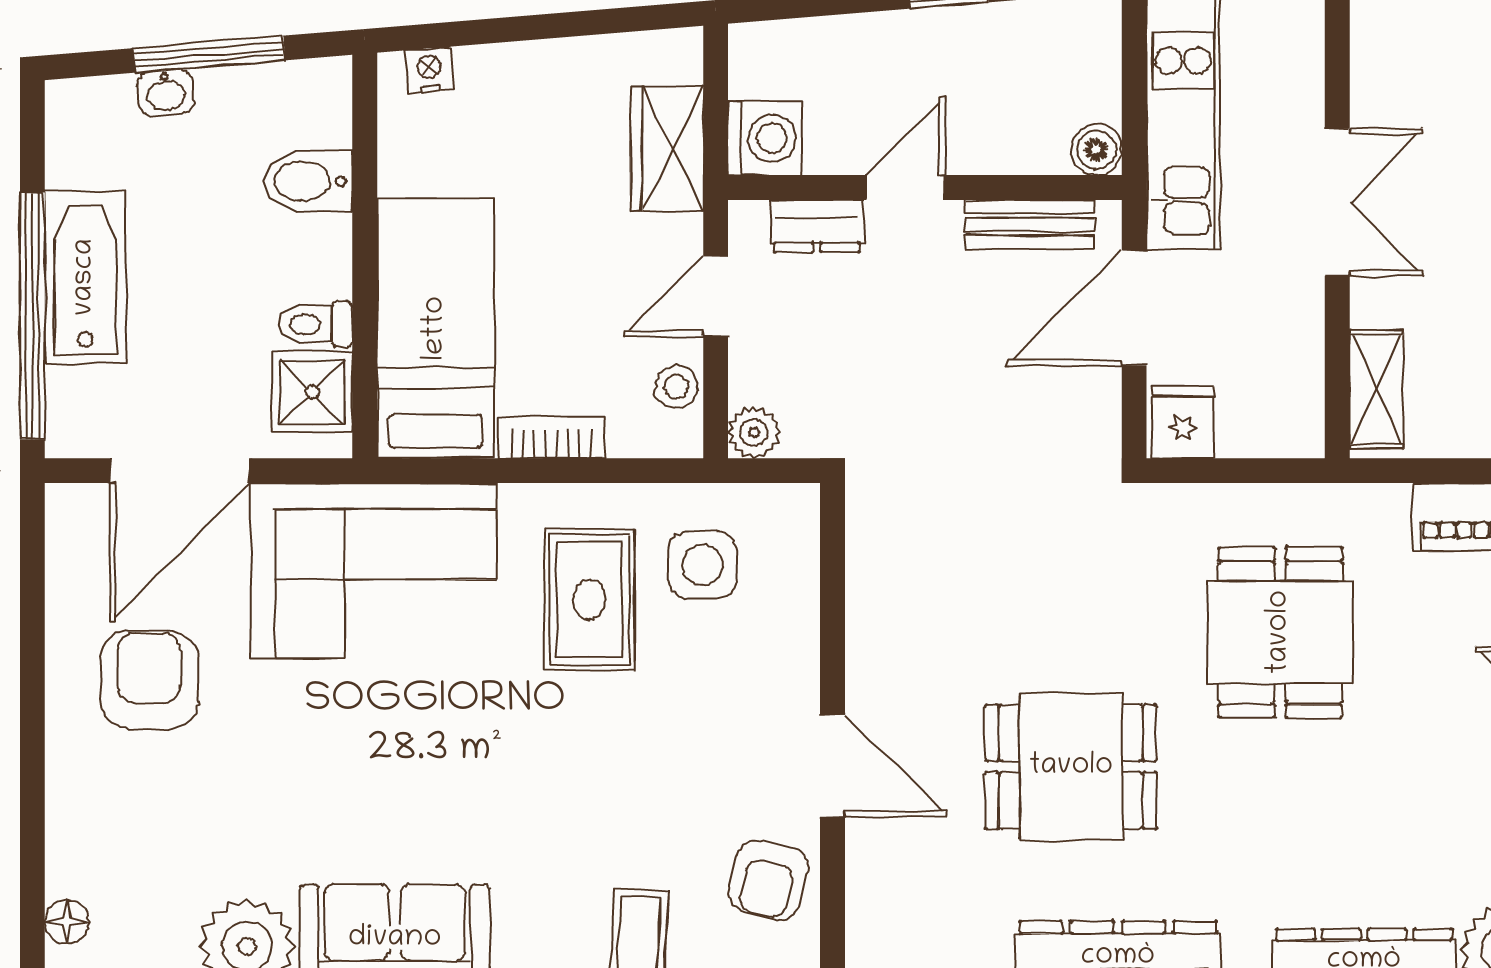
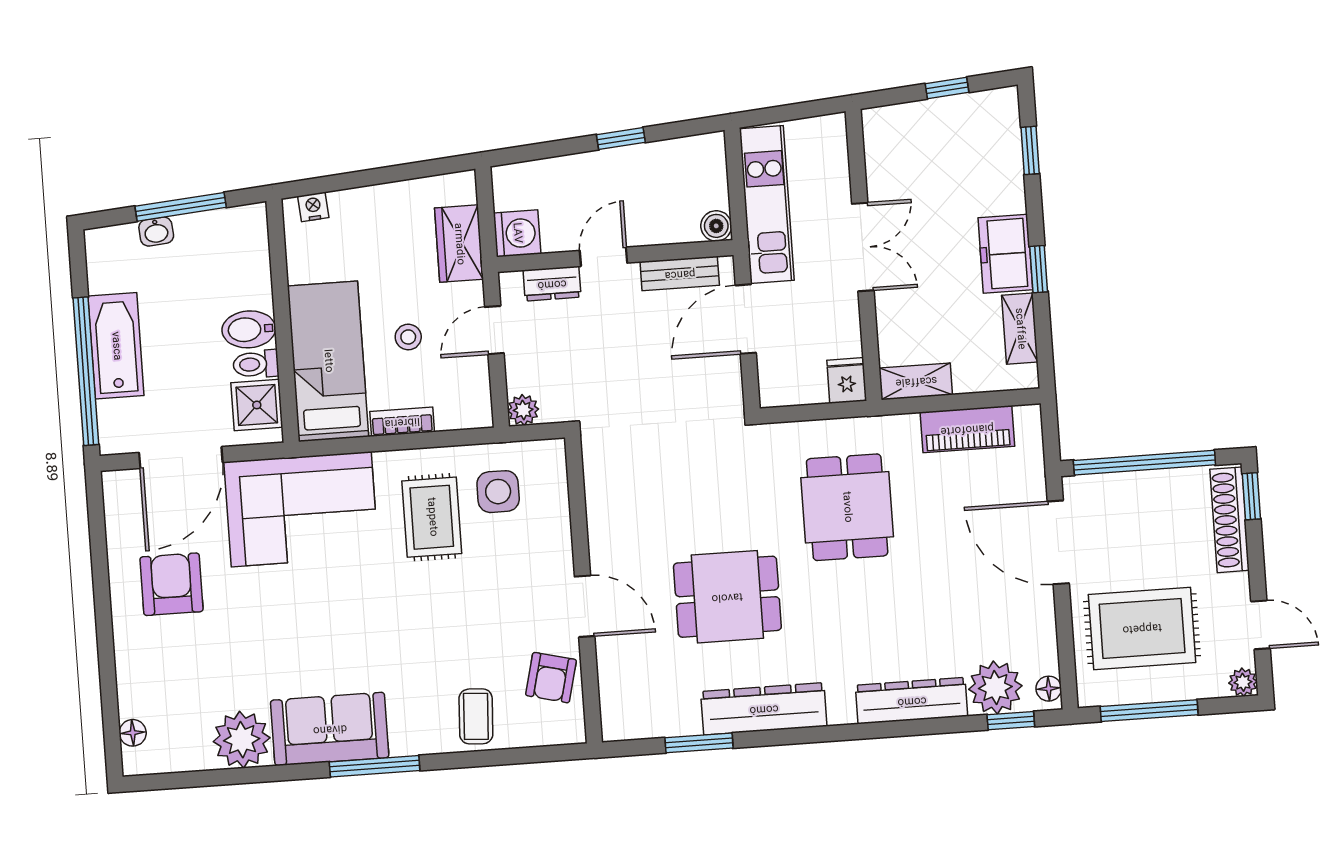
bidet: (308, 181) -> (249, 329), moved
stool: (676, 387) -> (408, 337), moved
shelving: (1376, 390) -> (916, 381), moved, turned 90
fridge: (1183, 422) -> (847, 381), moved

